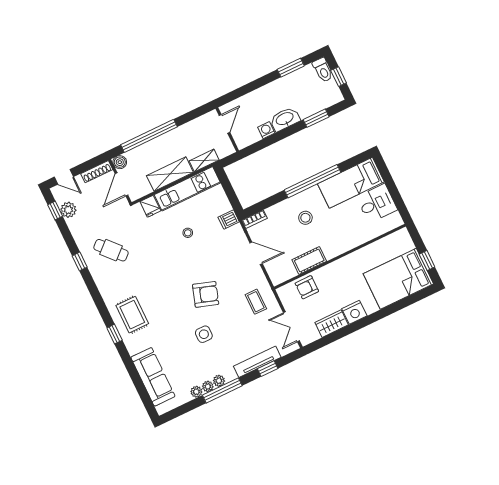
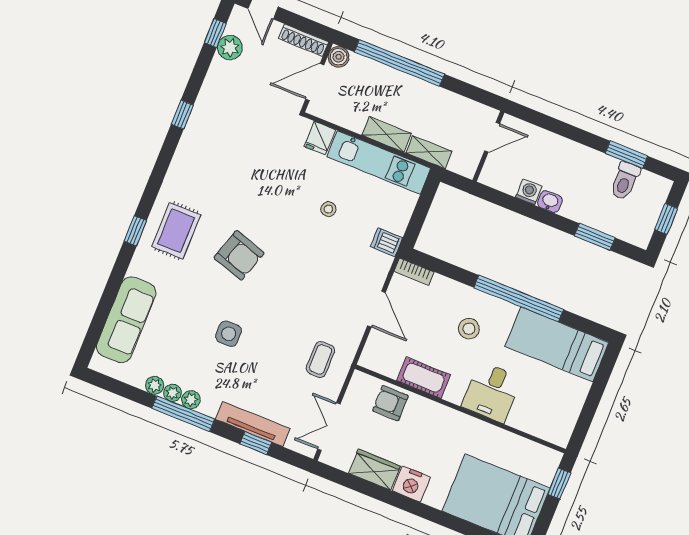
toilet: (323, 70) -> (625, 181), moved
washbasin: (285, 119) -> (550, 202), width x0.52, depth x0.69
shelving: (170, 174) -> (387, 134), width x0.67, depth x0.75
desk: (377, 203) -> (492, 392), moved, turned 90
cafe table: (111, 250) -> (228, 139), removed
window: (427, 261) -> (559, 483), moved
armchair: (206, 294) -> (239, 255), moved

